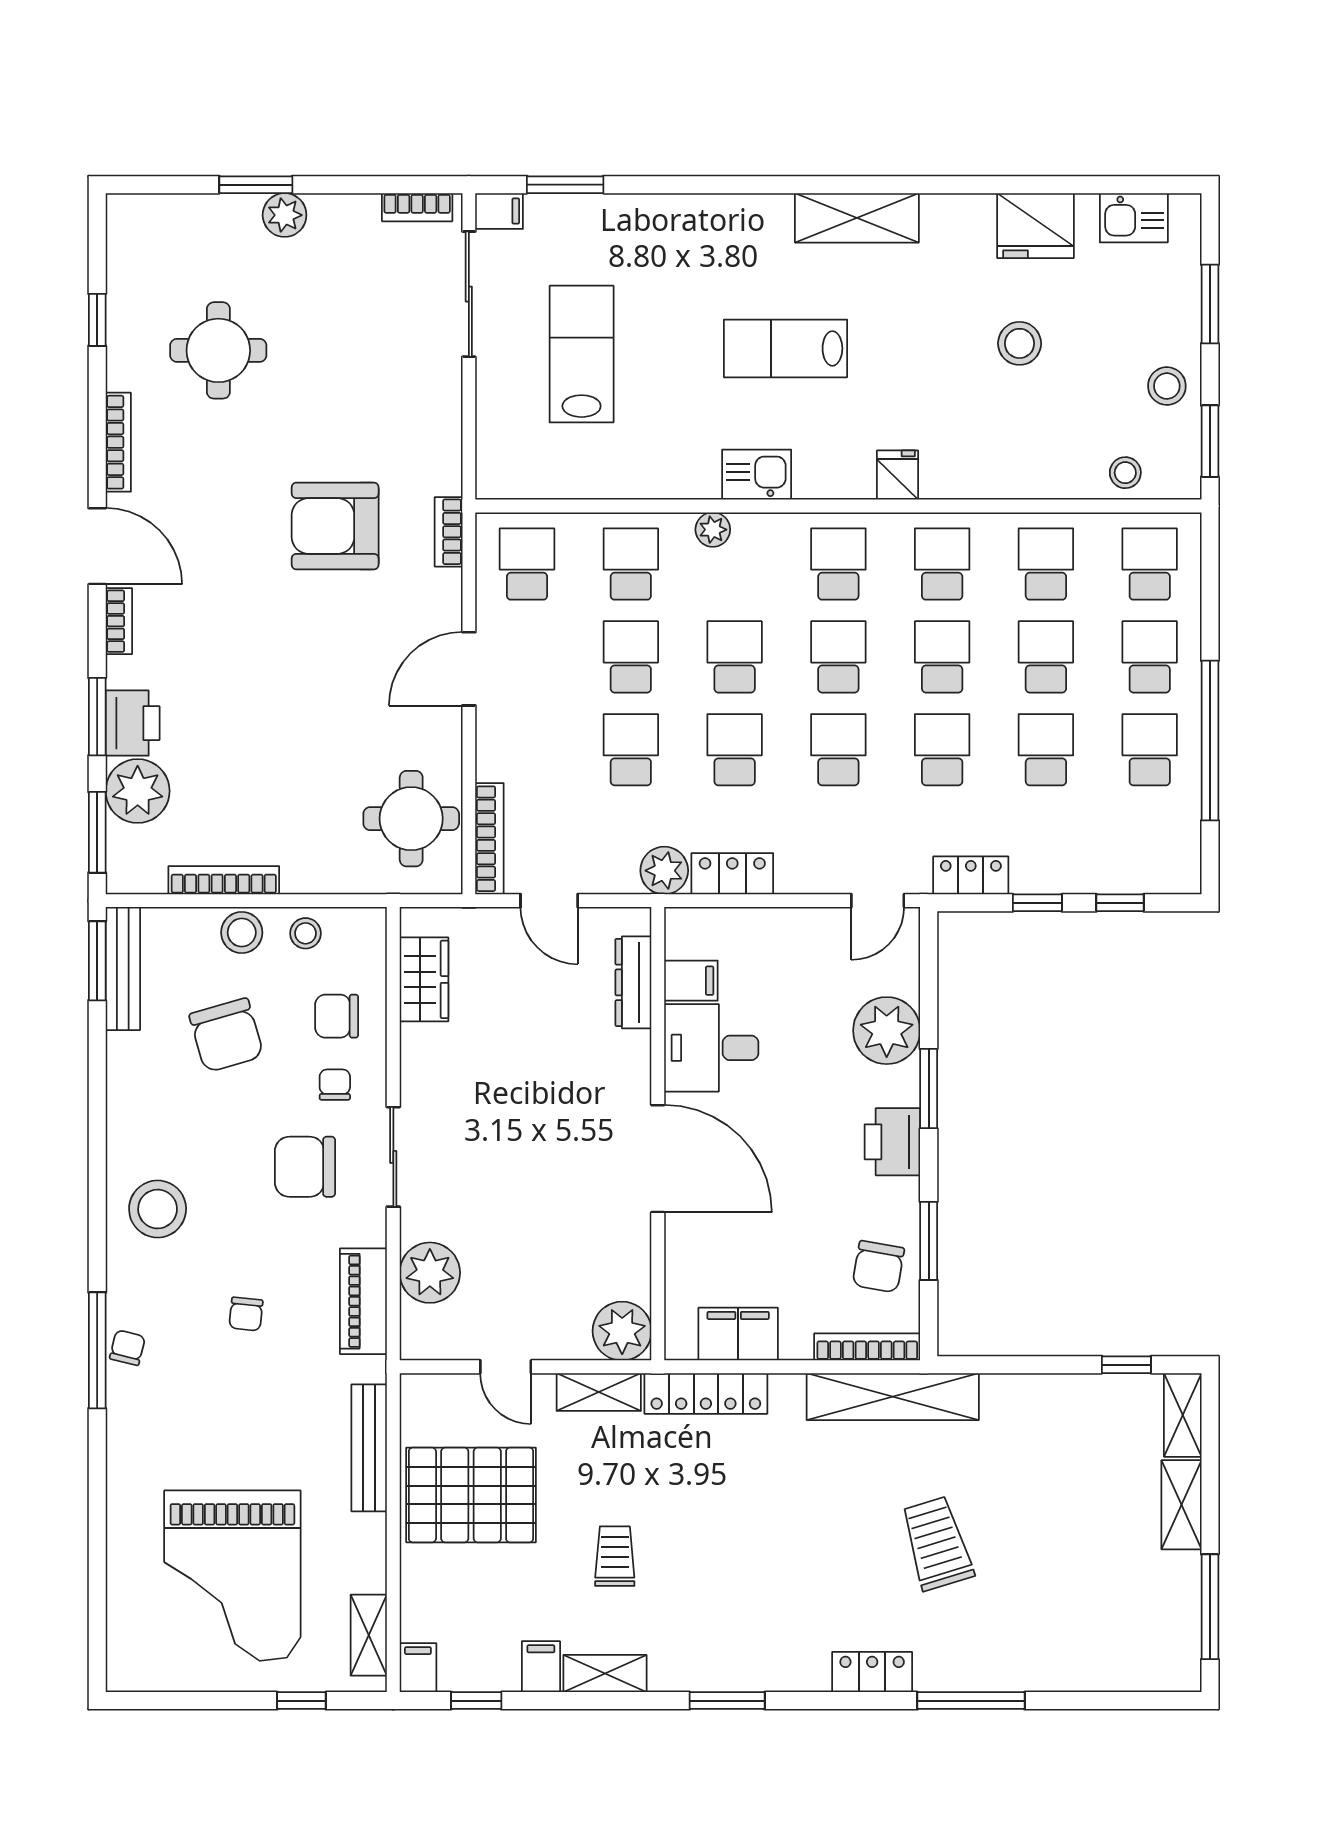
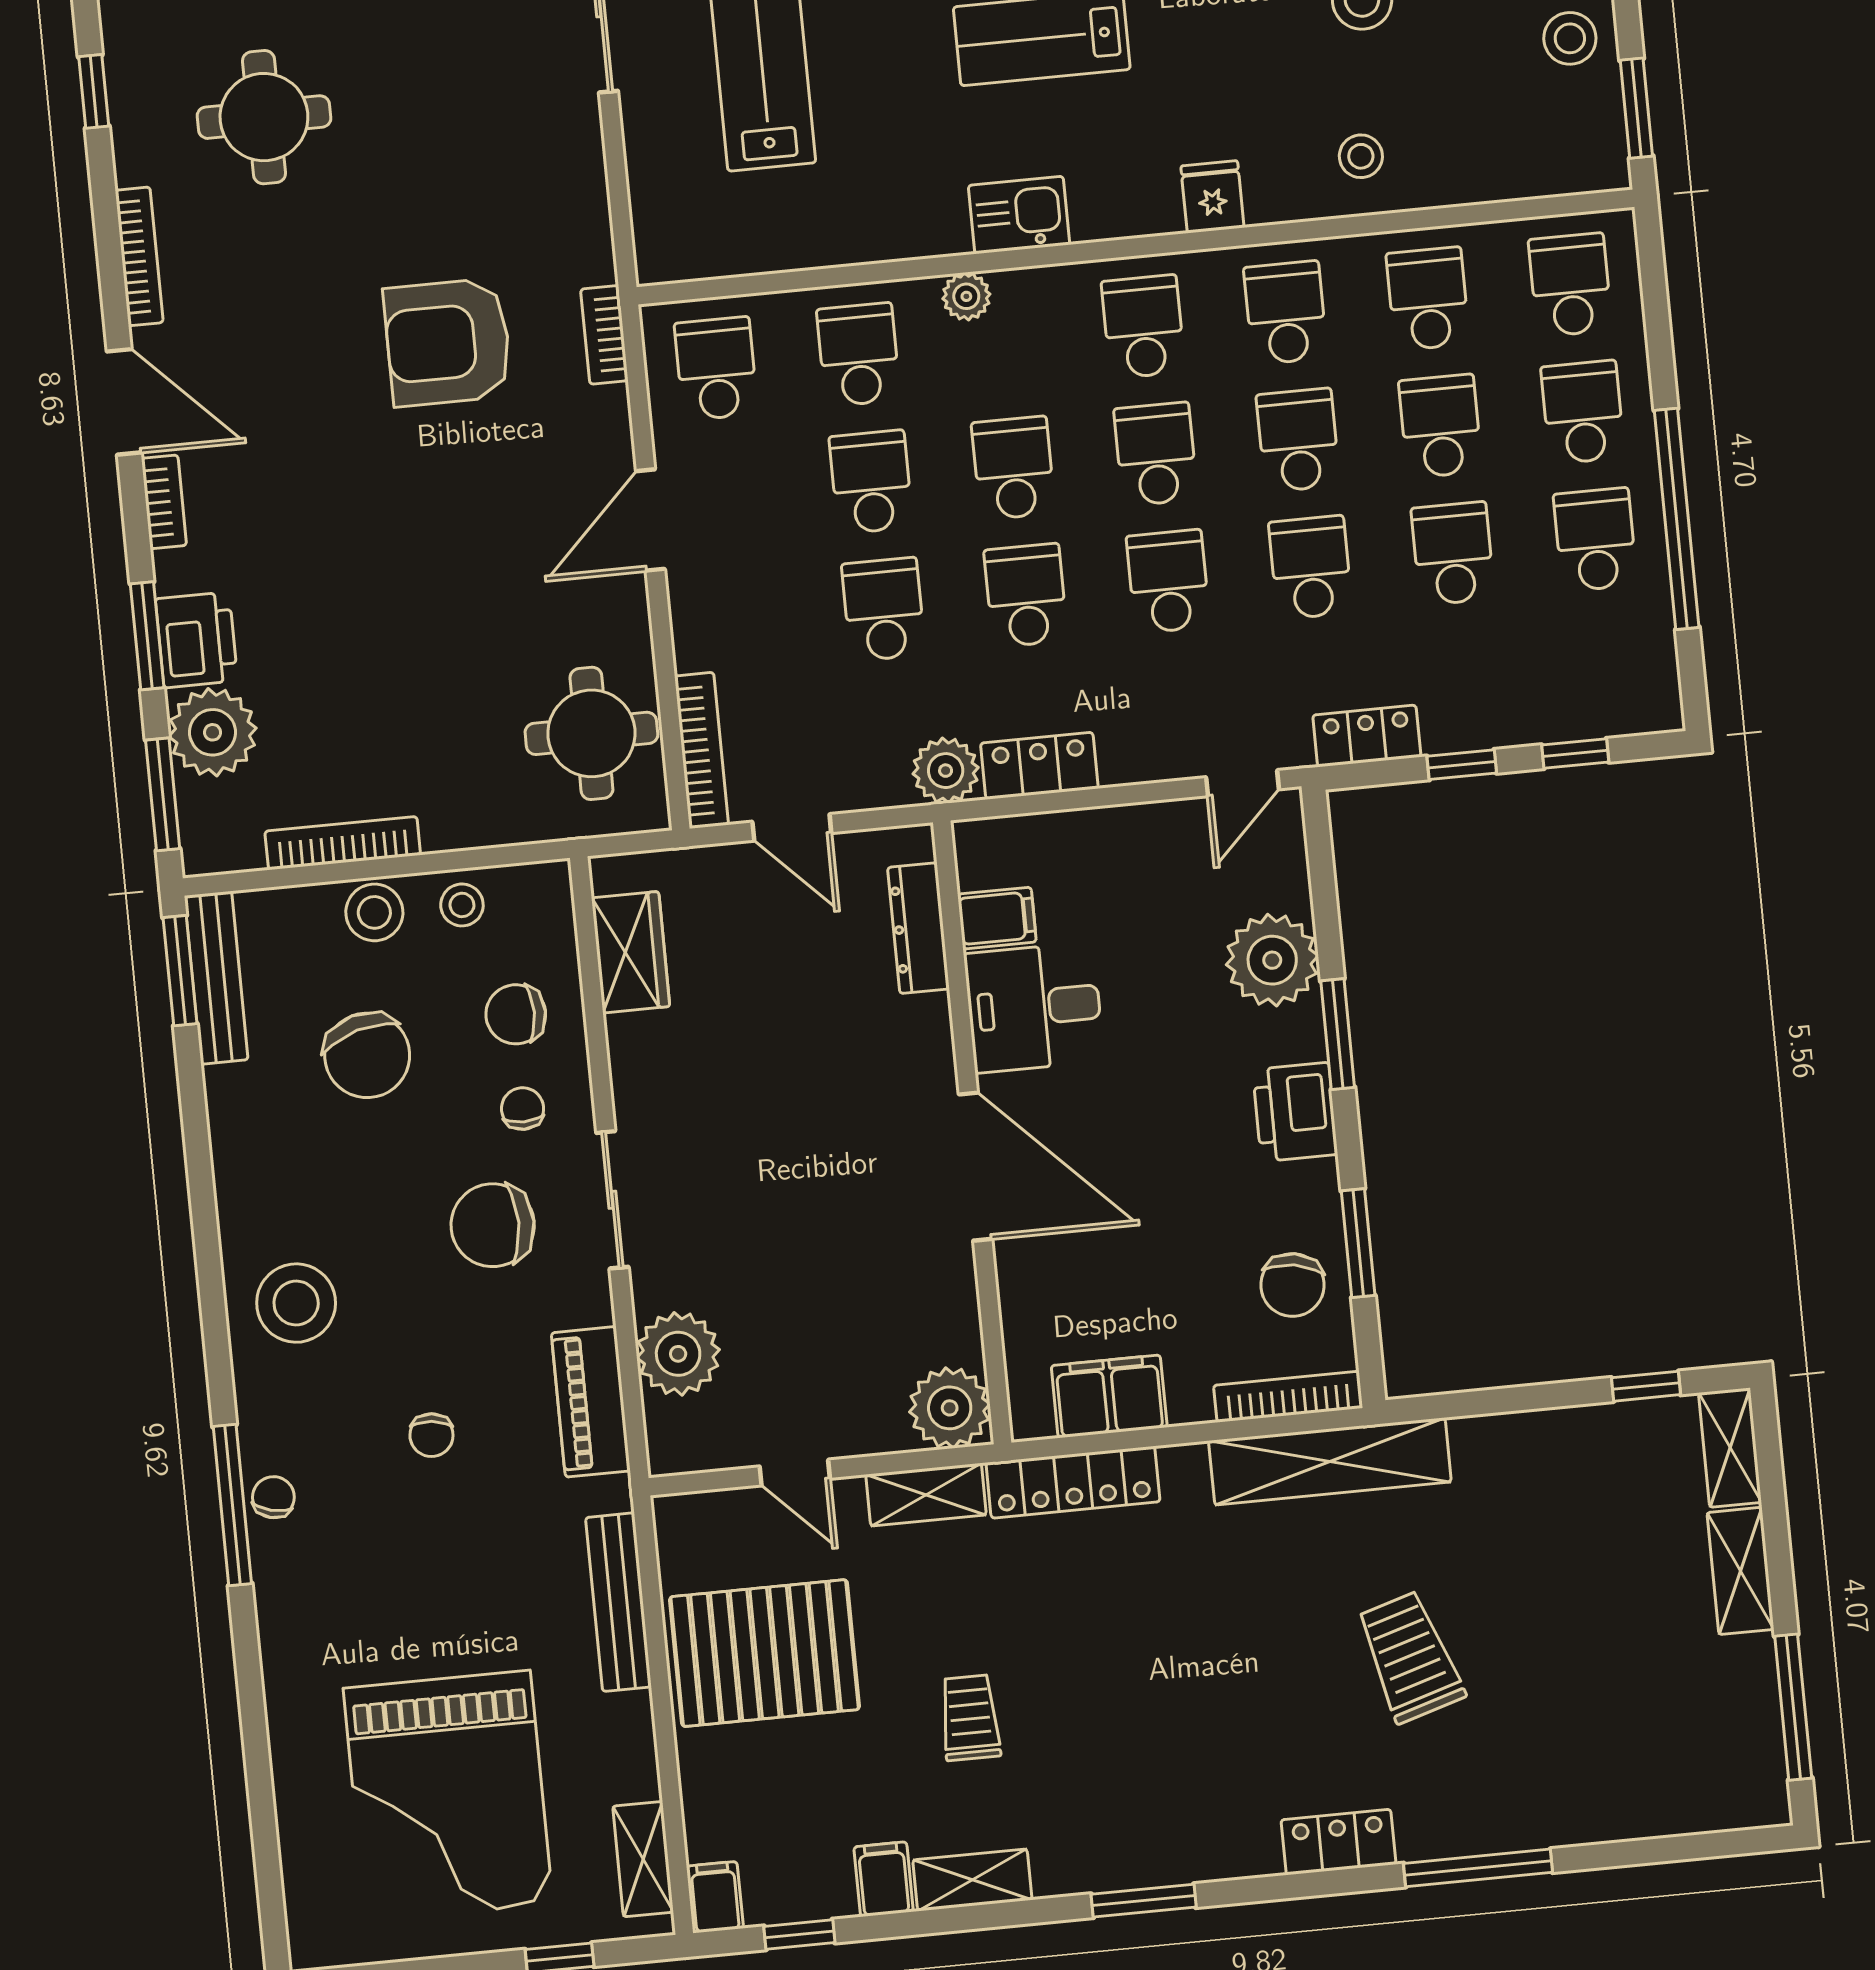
stool: (1125, 473) -> (1361, 156), moved

